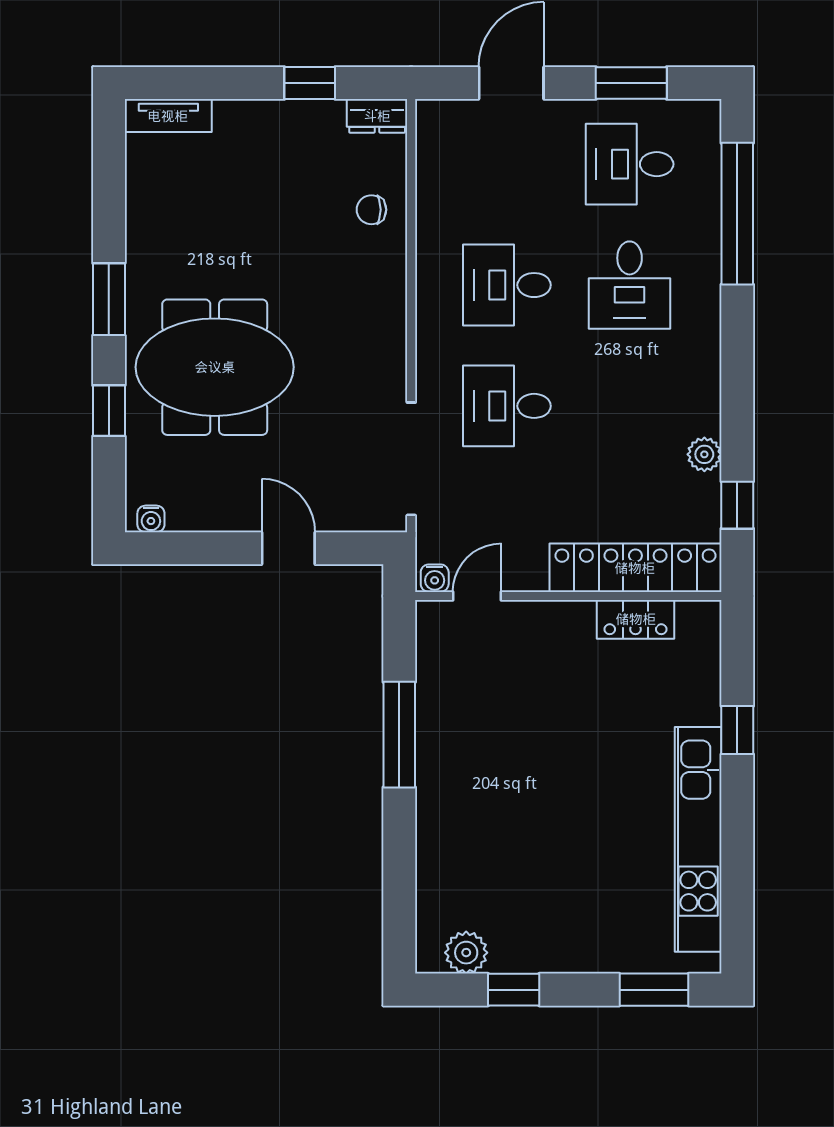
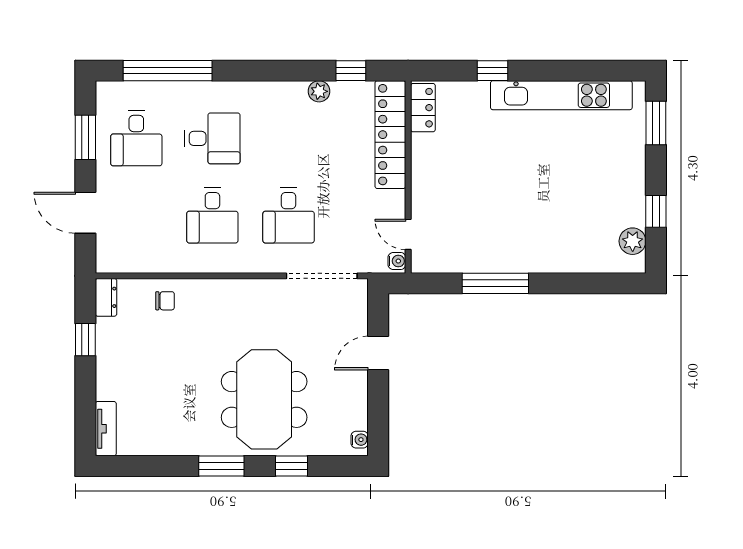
chair: (371, 210) -> (165, 301), turned -90
locker: (636, 619) -> (423, 108), moved

